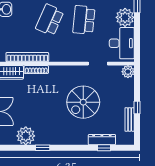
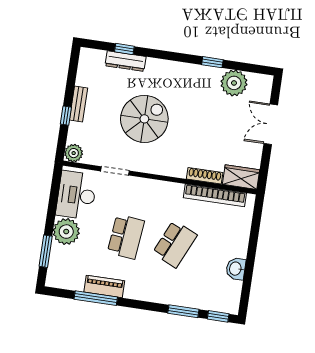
window: (137, 107) -> (66, 116), moved
bench: (130, 119) -> (79, 104), moved

